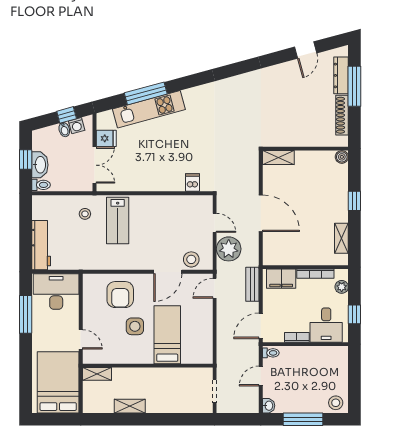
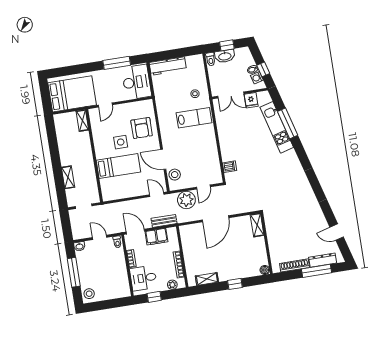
lab bench: (118, 220) -> (194, 118), turned 180
filing cabinet: (281, 279) -> (156, 237), moved, turned -90
armchair: (120, 295) -> (142, 128), turned -90
shelving: (130, 406) -> (68, 177), moved

